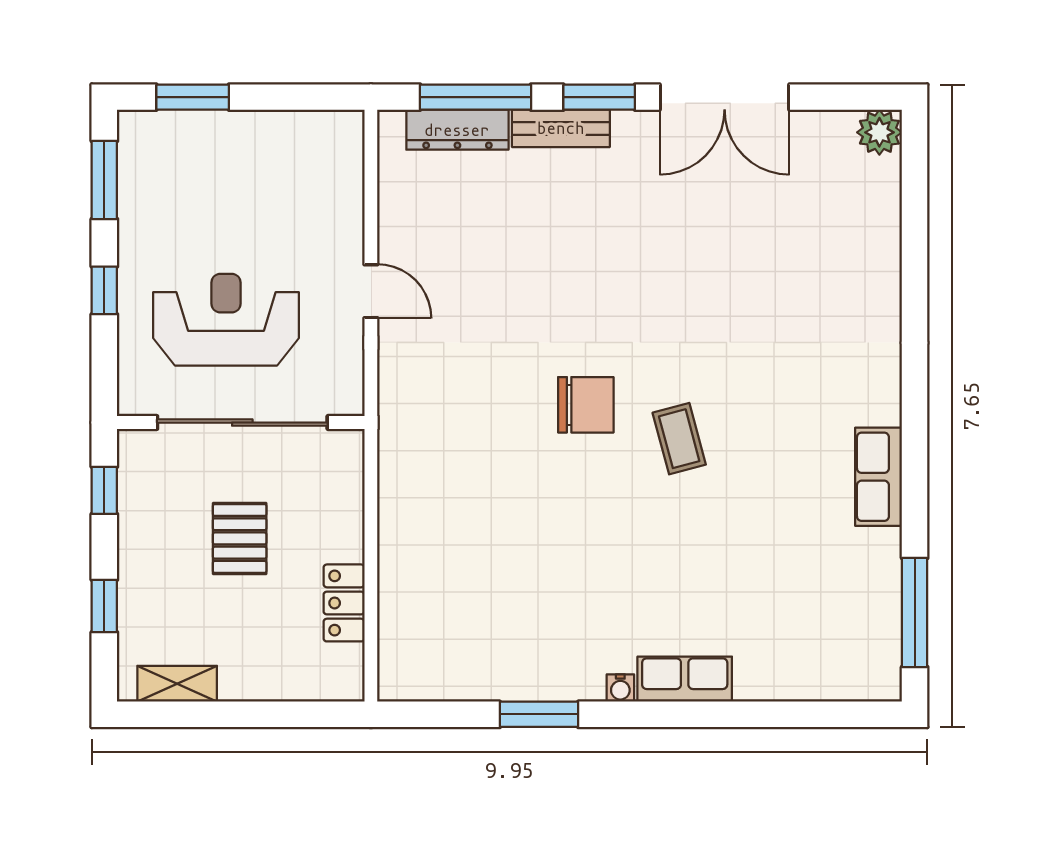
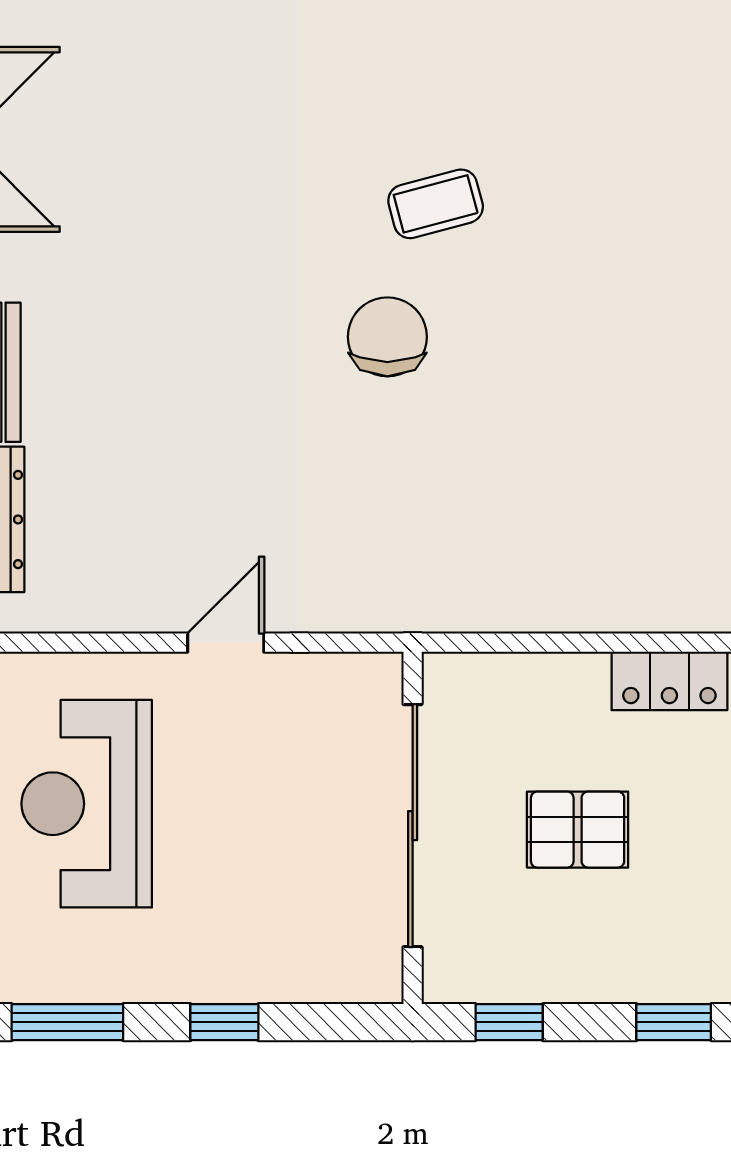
reception desk: (226, 320) -> (87, 804), moved

